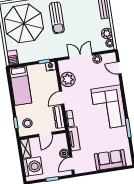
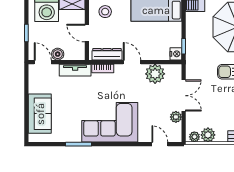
door: (119, 68) -> (160, 144), hinge flipped

